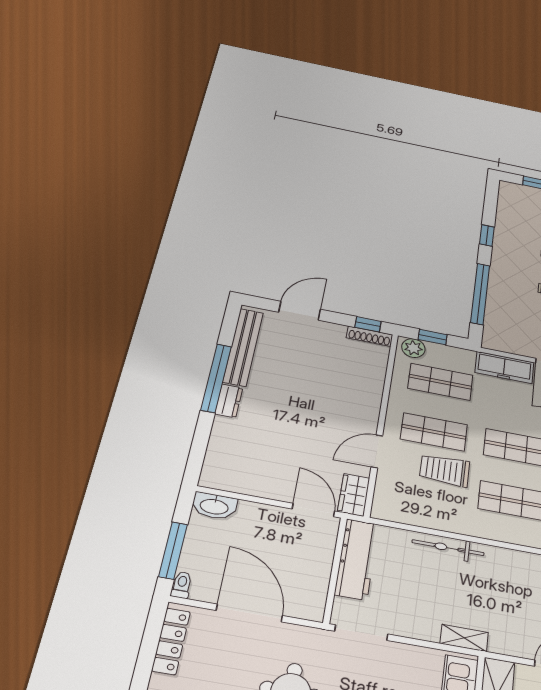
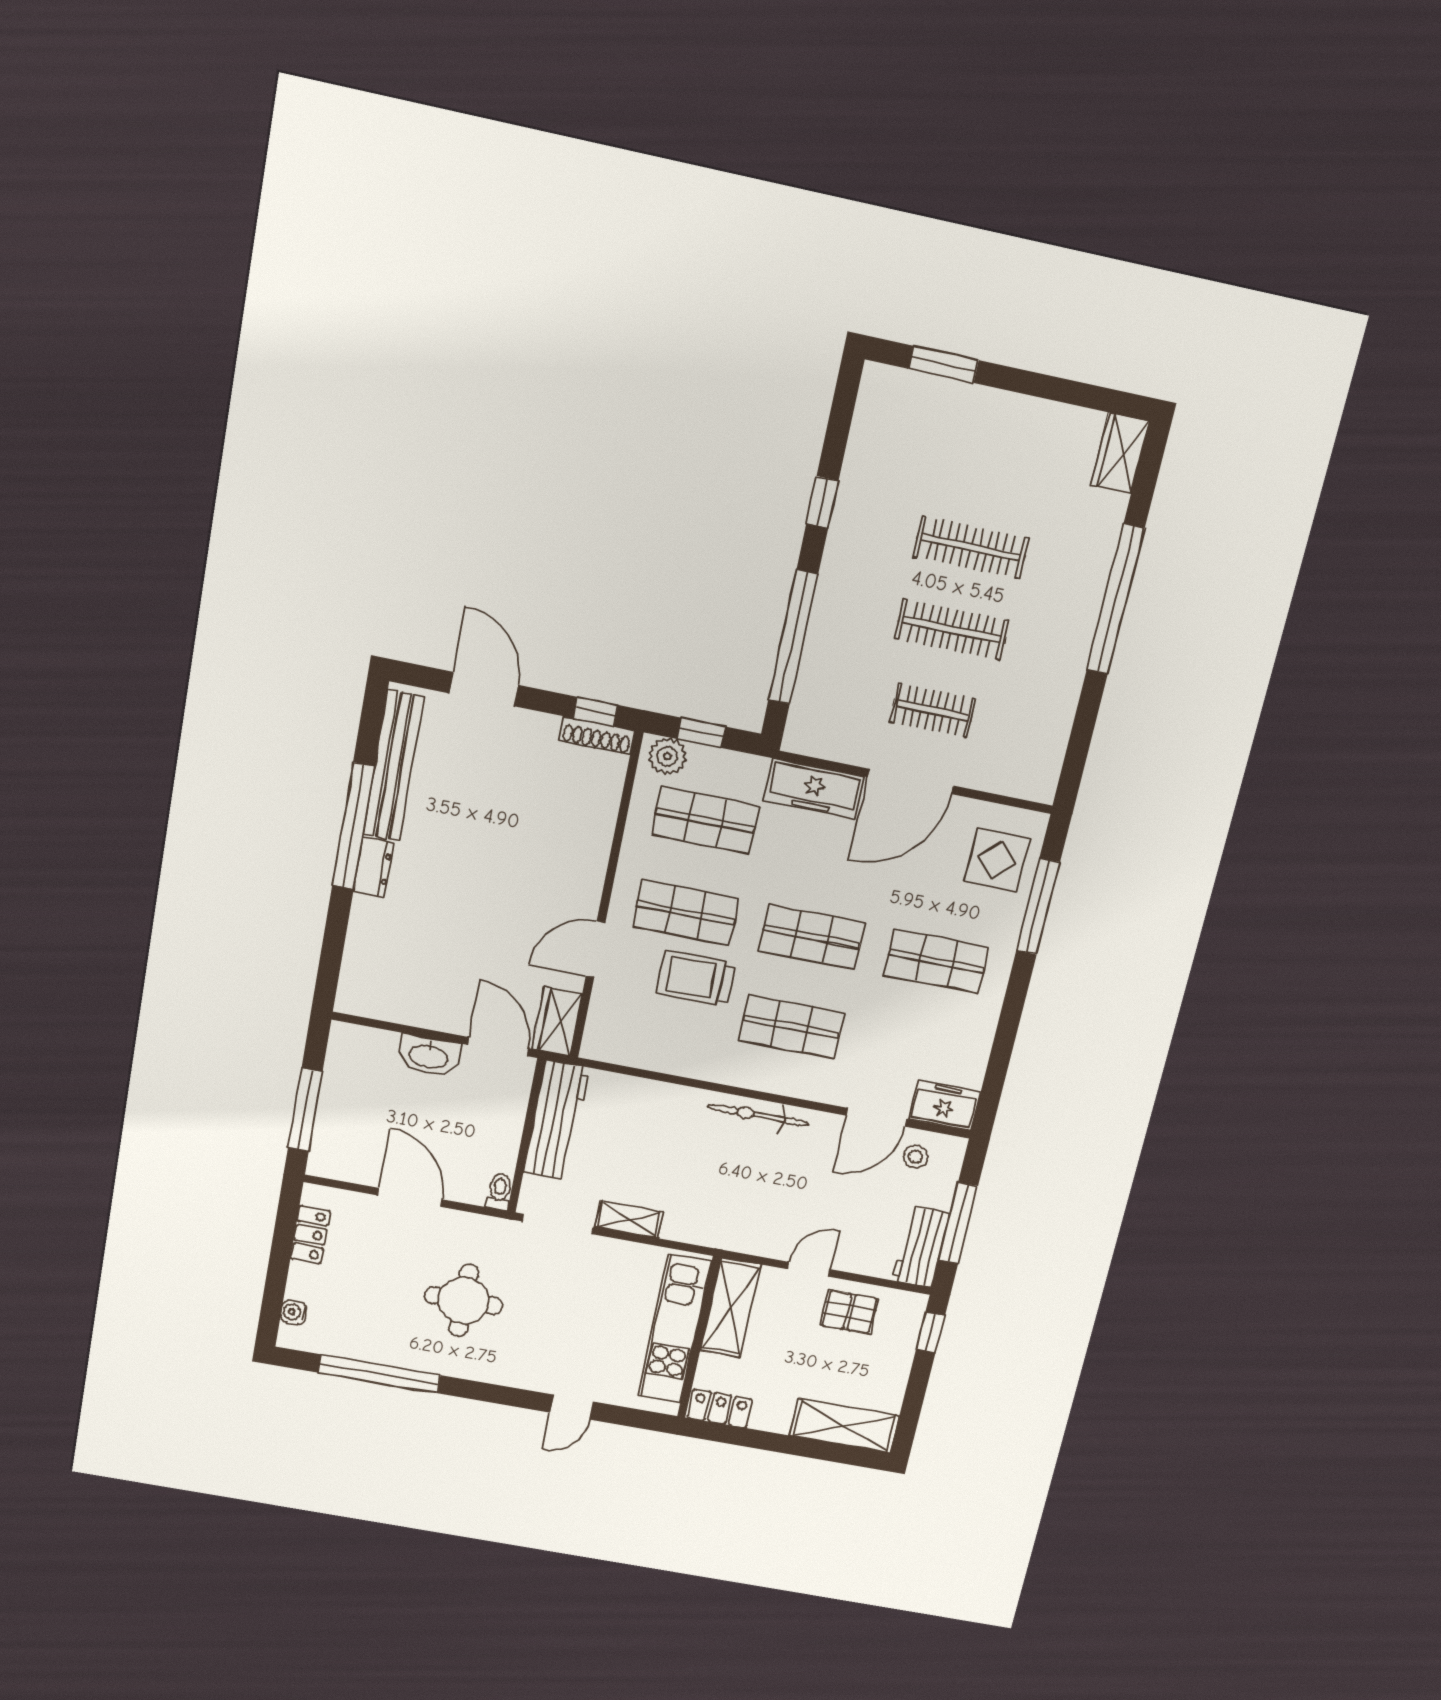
door: (300, 311) -> (484, 689), hinge flipped
washbasin: (214, 506) -> (429, 1056), moved
bicycle: (448, 548) -> (758, 1115), moved
toilet: (182, 585) -> (499, 1191), moved
door: (249, 613) -> (410, 1197), width x0.73
shelving: (464, 638) -> (629, 1219), moved
locker: (171, 641) -> (310, 1235), width x0.66

